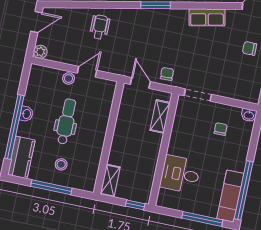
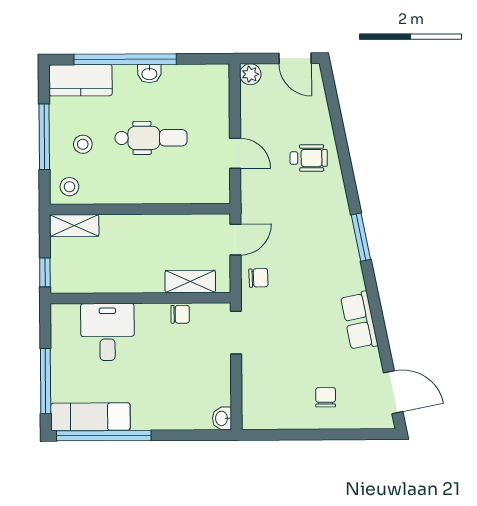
stool: (68, 79) -> (69, 187), moved
chair: (221, 129) -> (180, 314), moved

